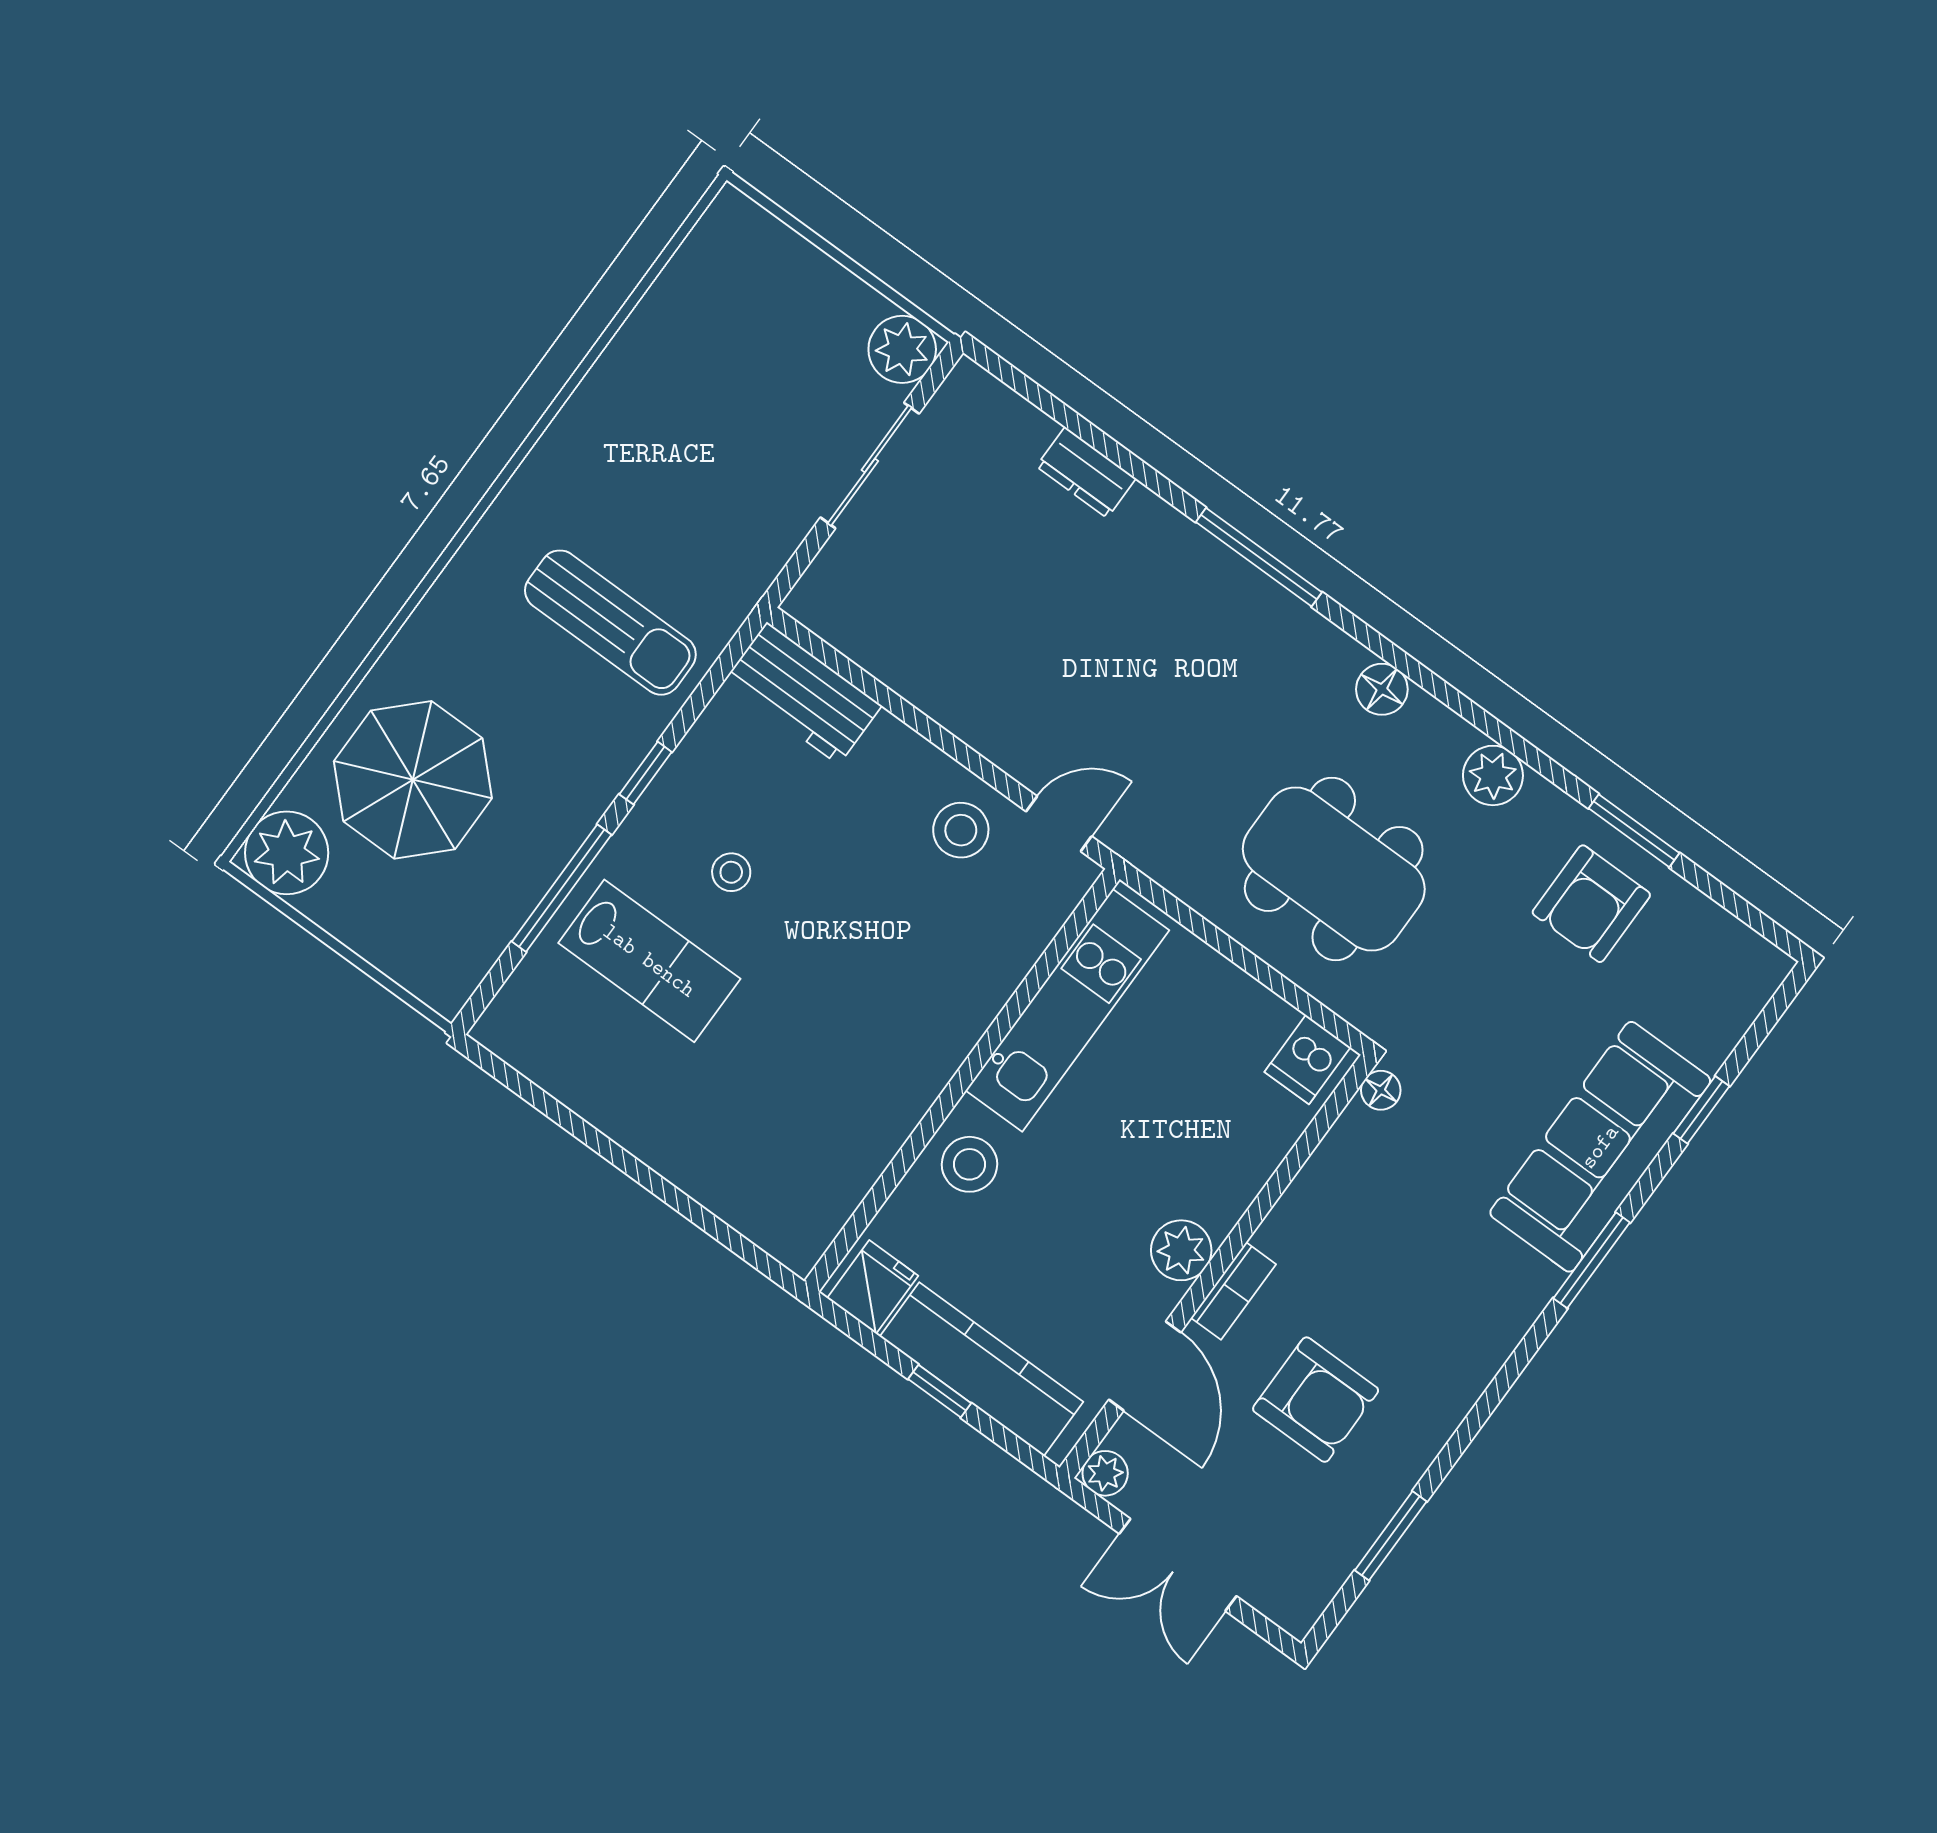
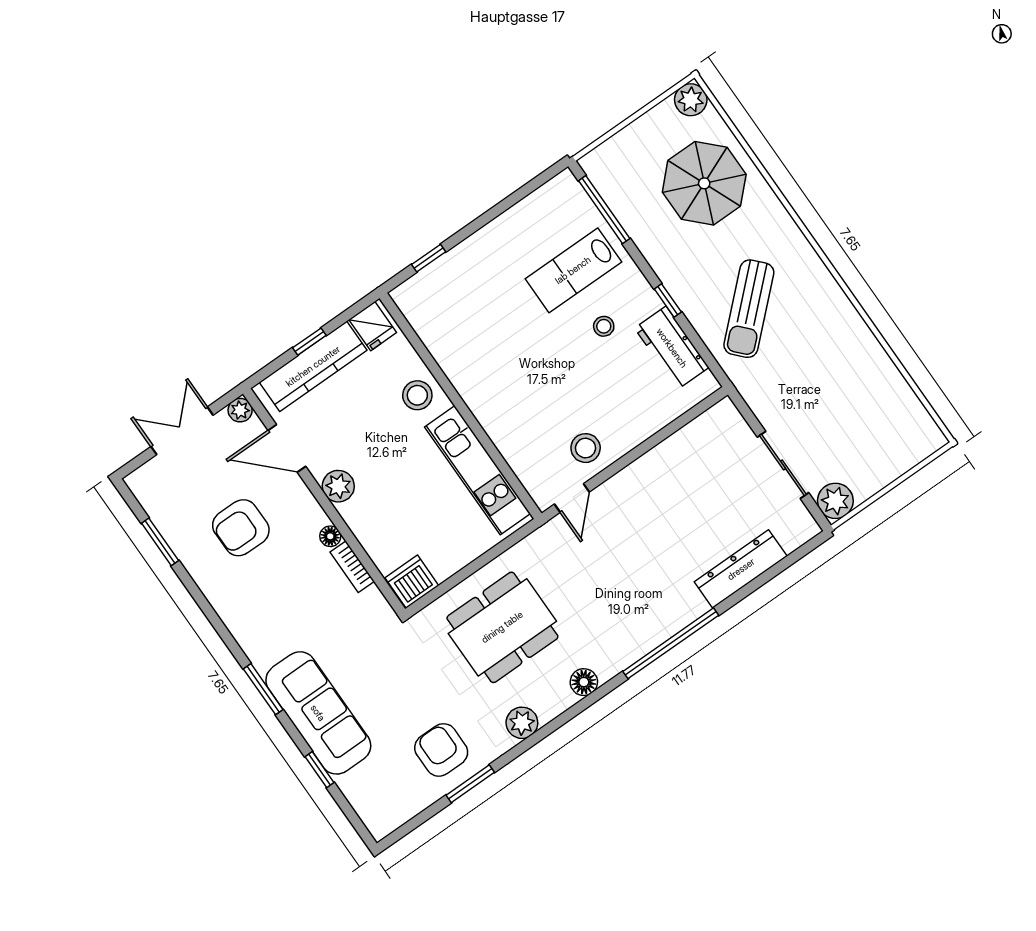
dresser: (1086, 472) -> (741, 569), width x1.96, depth x1.24
window: (1259, 557) -> (671, 643), width x1.46
sun lounger: (610, 623) -> (749, 309), turned -43
workbench: (803, 693) -> (672, 348), moved, turned -90
plant: (287, 853) -> (691, 100), width x0.73, depth x0.73
window: (562, 888) -> (604, 210), moved
dishwasher: (1307, 1060) -> (412, 582), width x1.38
floor lamp: (1381, 1090) -> (330, 536), moved
window: (716, 1228) -> (429, 258), added
bookcase: (1233, 1291) -> (352, 567), moved

